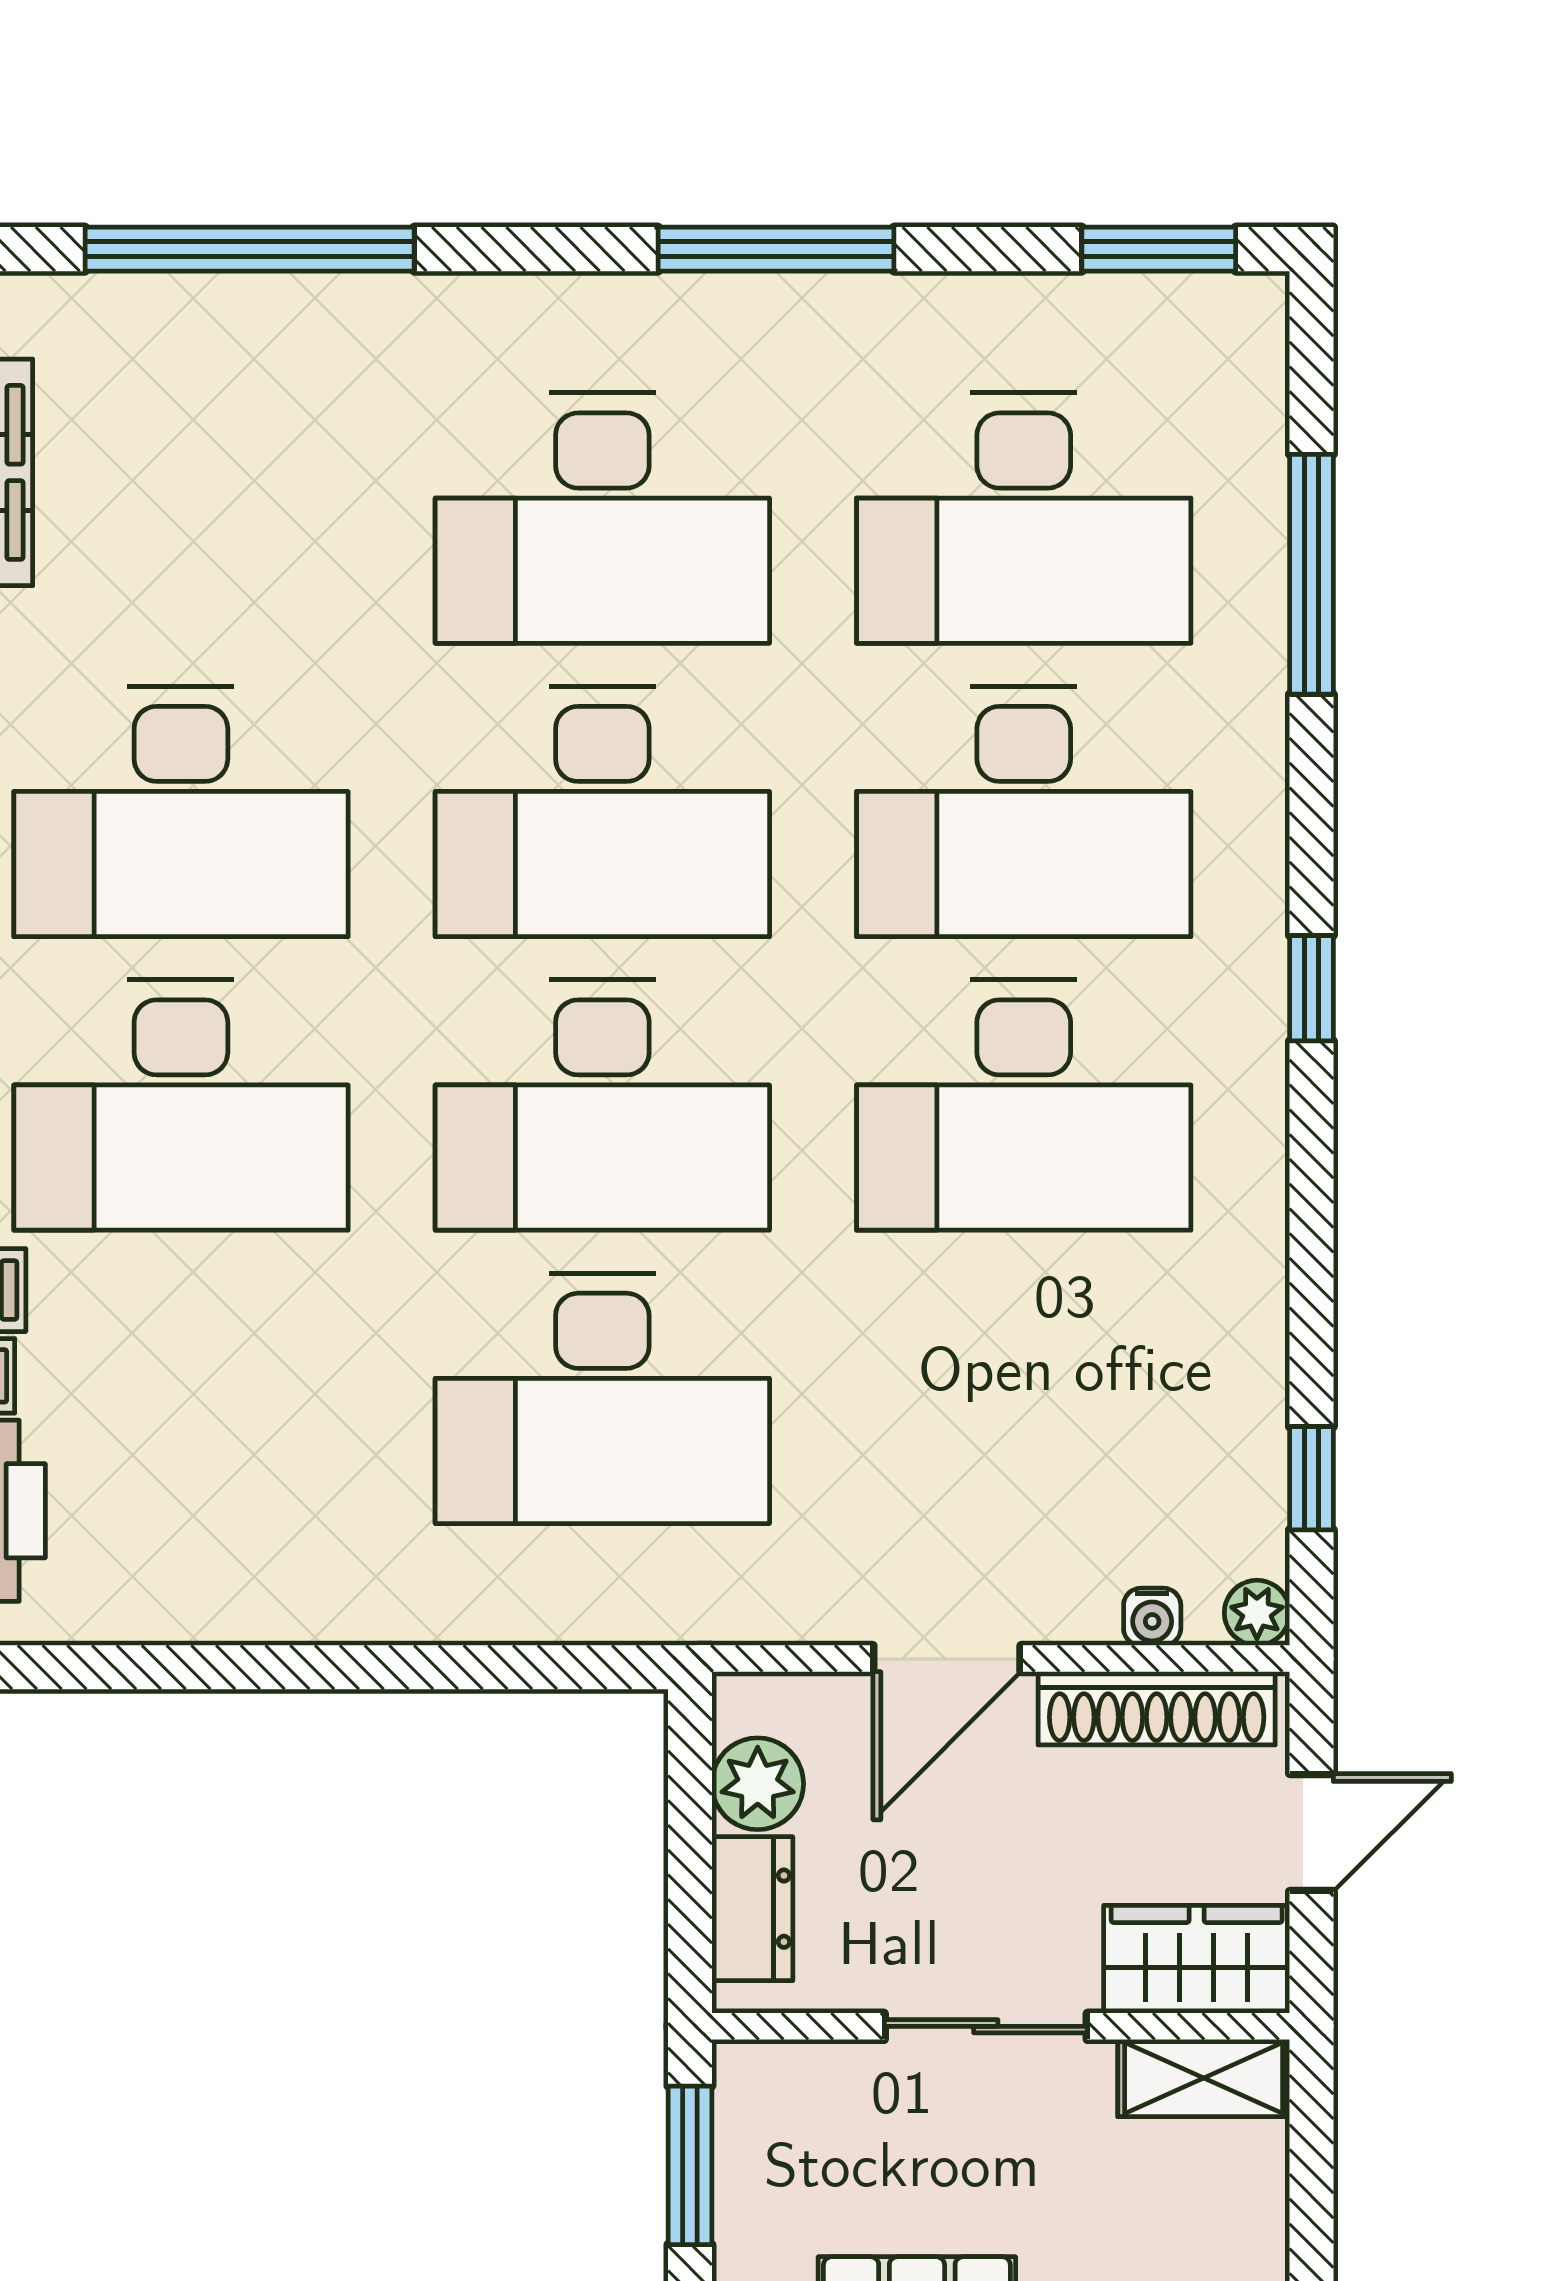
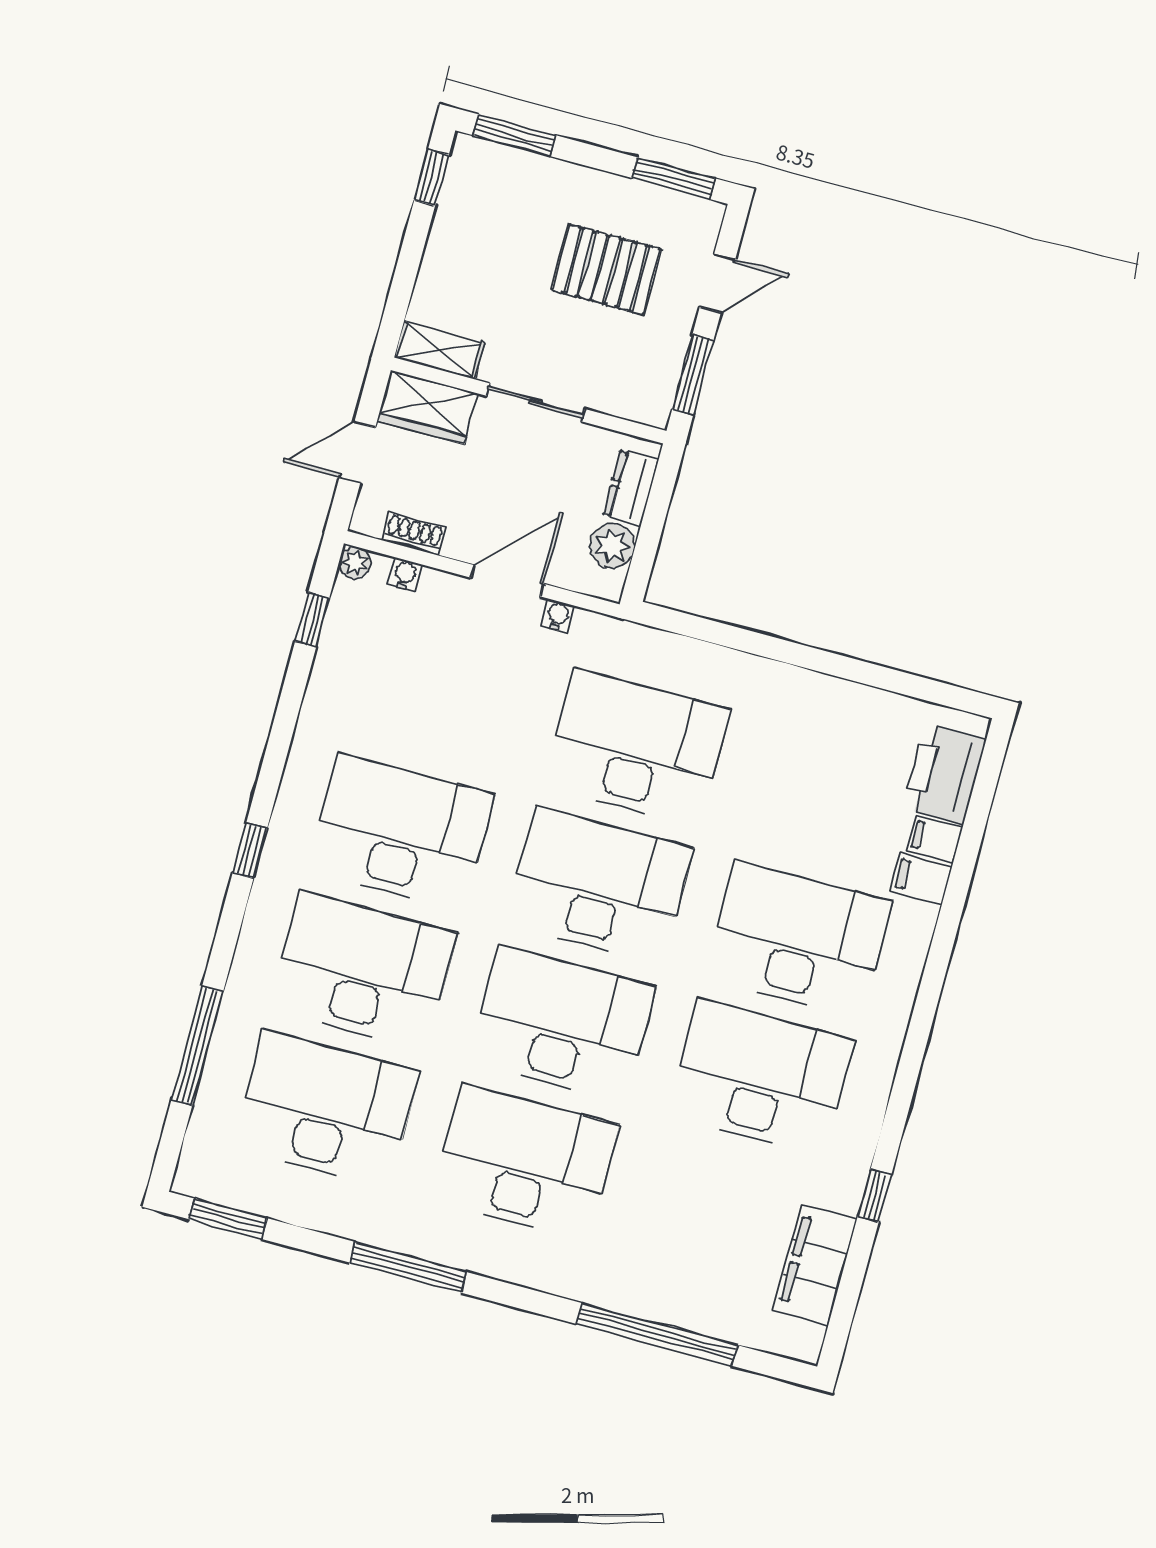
water cooler: (828, 1616) -> (558, 616), added
shoe rack: (1157, 1708) -> (414, 534), width x0.51, depth x0.81

